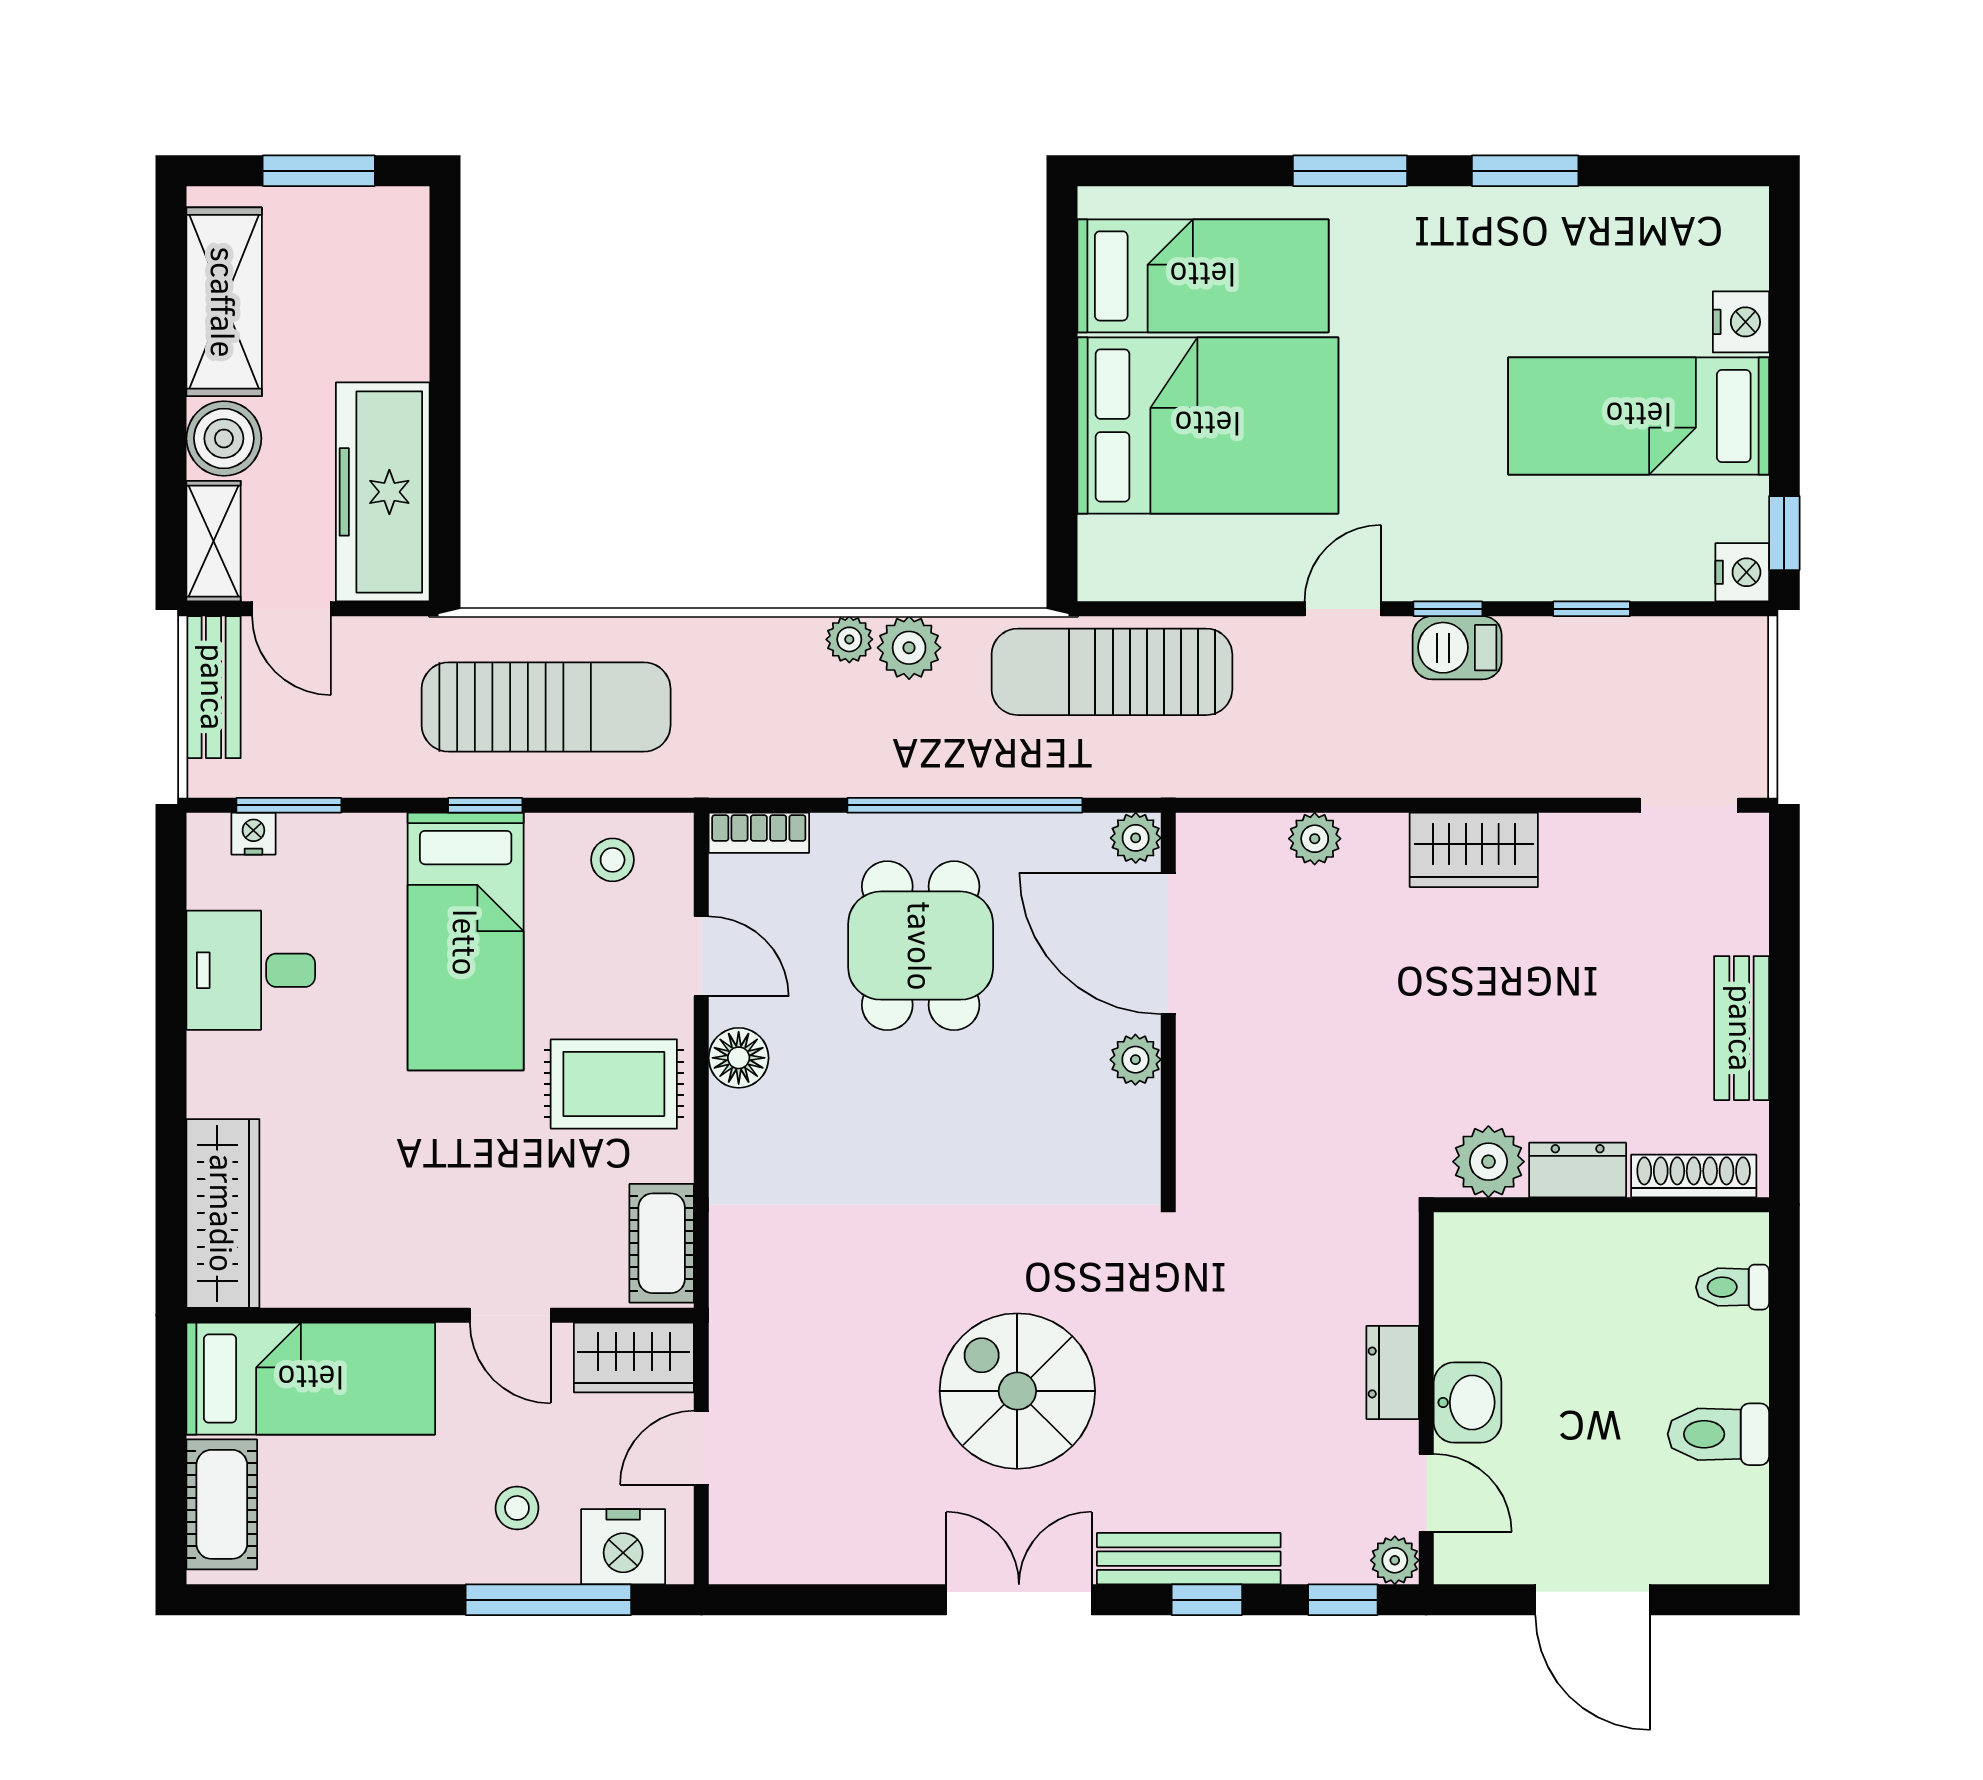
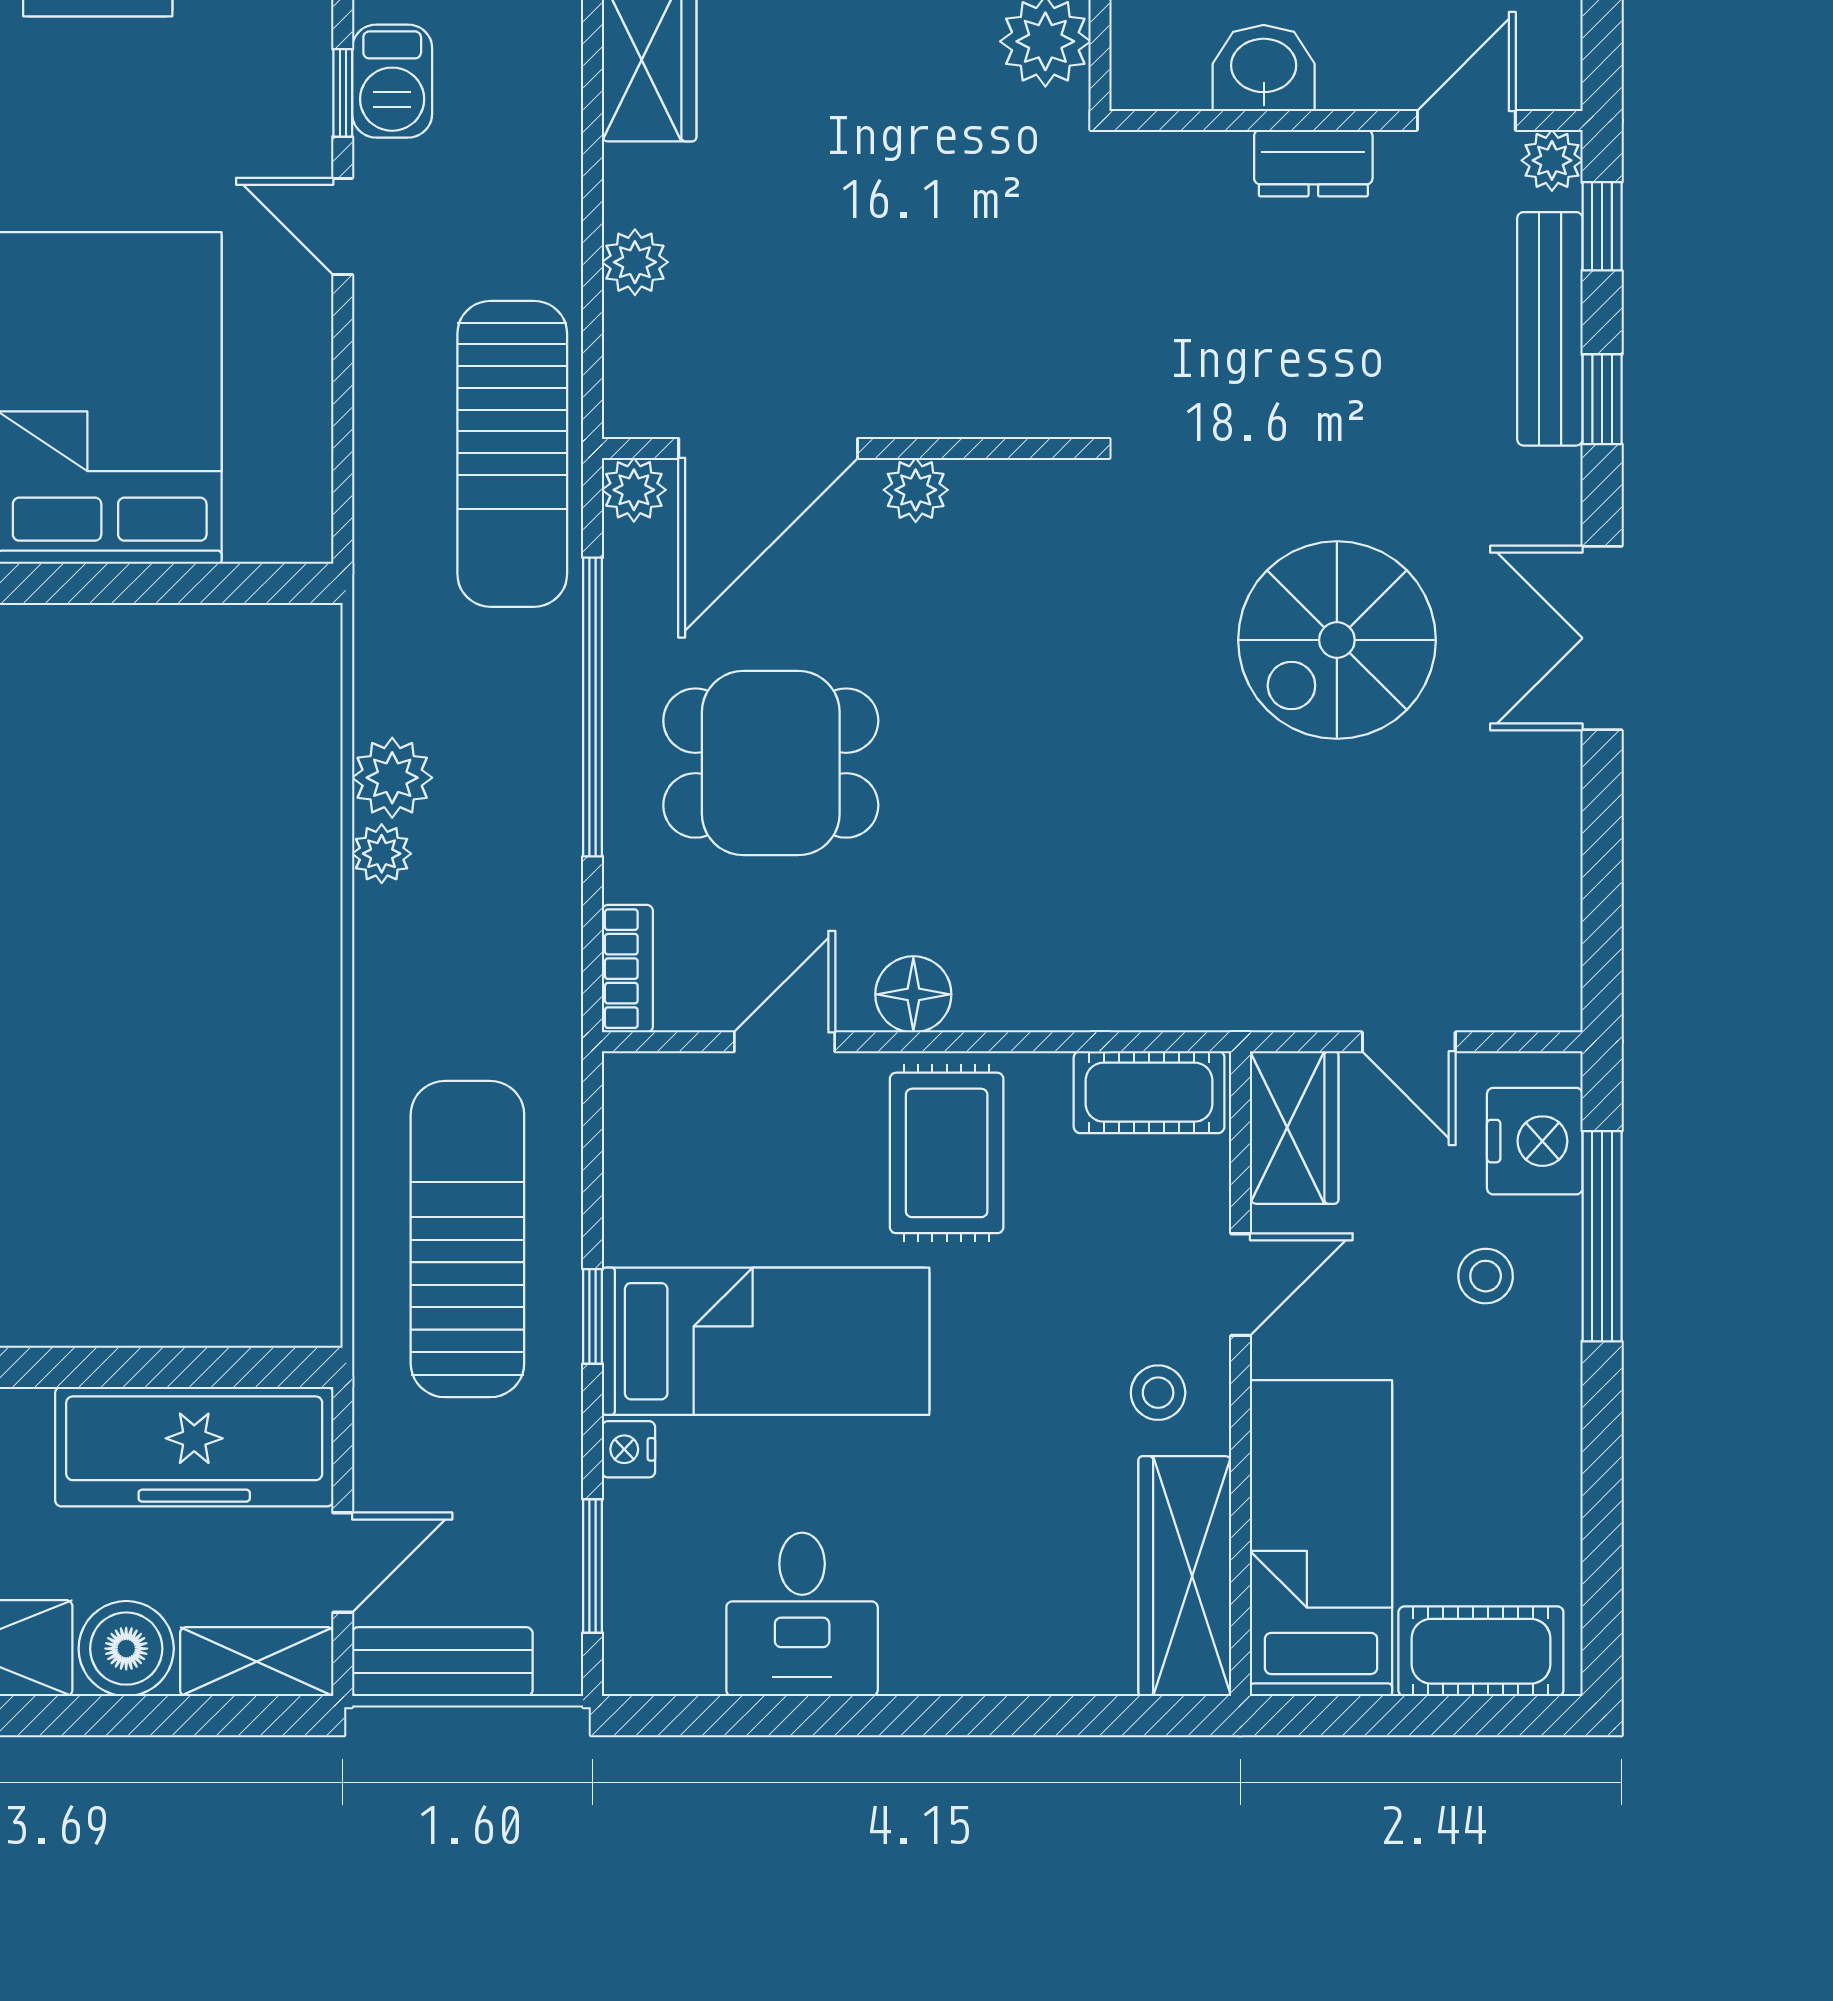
sun lounger: (1112, 672) -> (512, 454), moved
nightstand: (253, 834) -> (628, 1449), moved
stool: (613, 860) -> (1158, 1393), moved
wardrobe: (223, 1213) -> (1185, 1576), moved, turned -90
washbasin: (1467, 1402) -> (1264, 68), moved
bench: (1189, 1559) -> (1550, 329), moved

